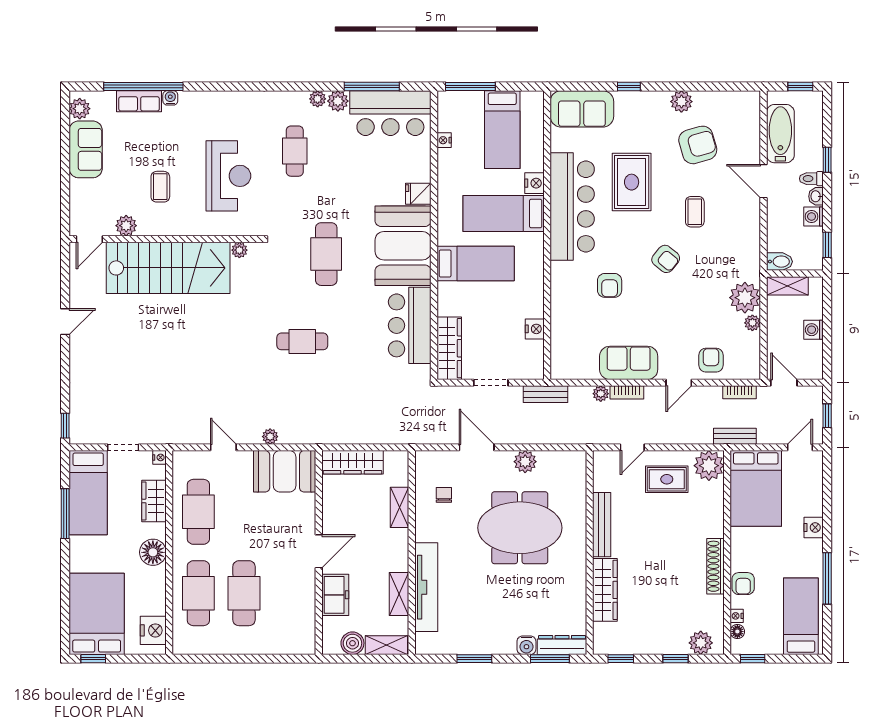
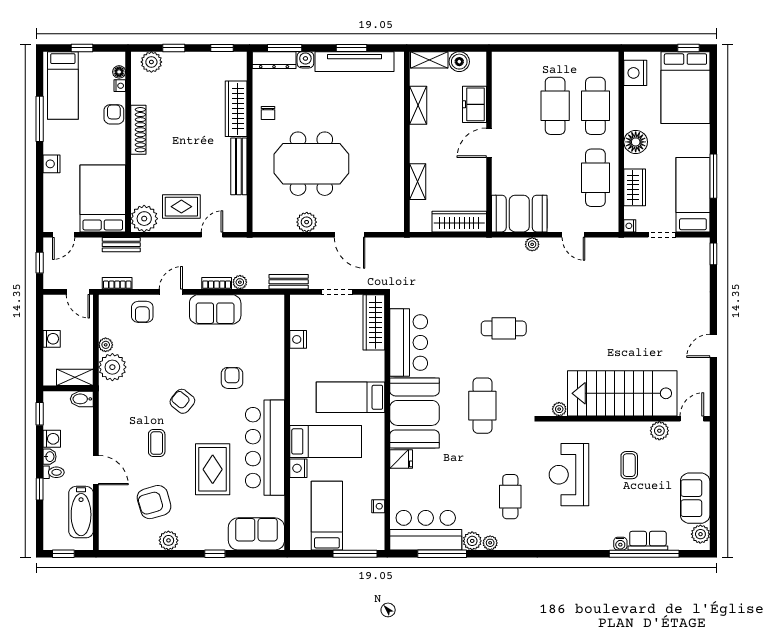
chair: (444, 495) -> (268, 113), moved
tv unit: (426, 587) -> (355, 62), moved, turned -90
window: (753, 659) -> (82, 48), moved

